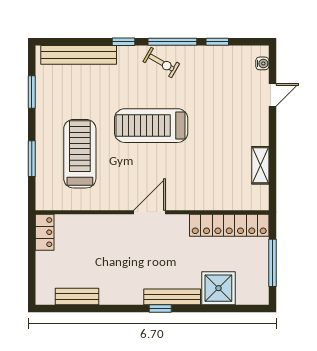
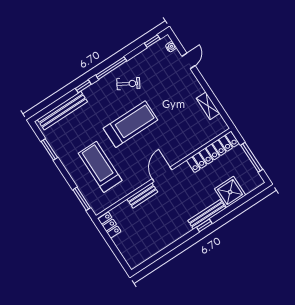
window: (217, 42) -> (152, 41), moved
exercise bike: (161, 63) -> (128, 84), moved
treadmill: (151, 126) -> (130, 124), turned 180
window: (32, 159) -> (82, 199), moved
bench: (77, 296) -> (142, 195), moved

